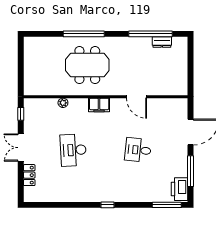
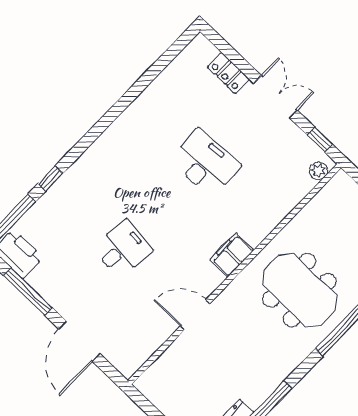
meeting table: (87, 65) -> (300, 290), turned 90
plant: (63, 103) -> (319, 171), moved
window: (107, 205) -> (50, 179), moved

